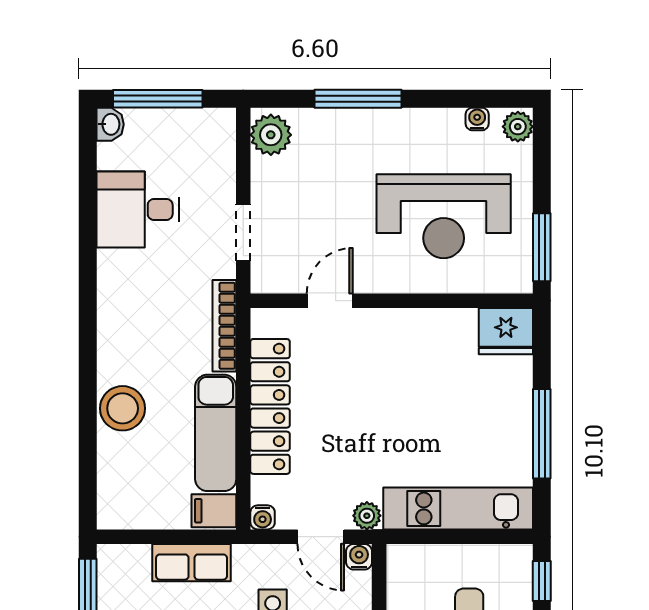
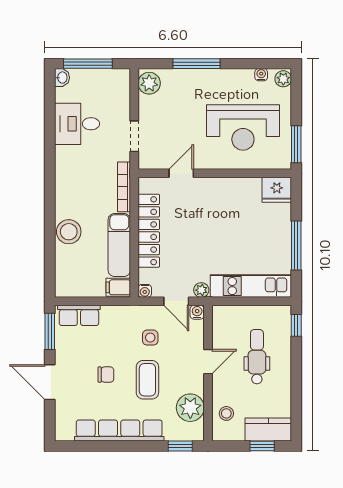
row of seats: (192, 563) -> (79, 315), moved

